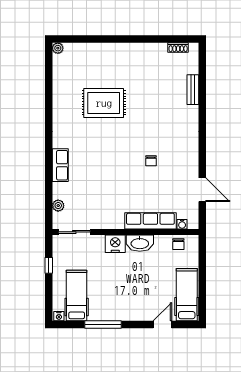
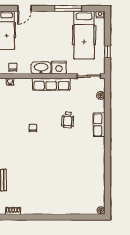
rug: (104, 103) -> (67, 170), removed
wheelchair: (103, 172) -> (68, 120), added
row of seats: (150, 221) -> (51, 84), moved
hospital bed: (77, 296) -> (84, 35), width x1.37, depth x1.29

